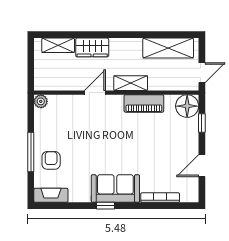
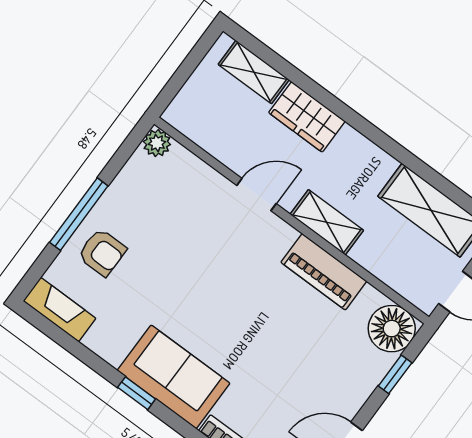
armchair: (51, 160) -> (102, 252), turned 90

